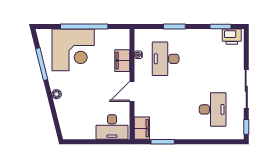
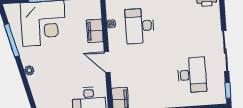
door: (132, 91) -> (107, 62), hinge flipped

